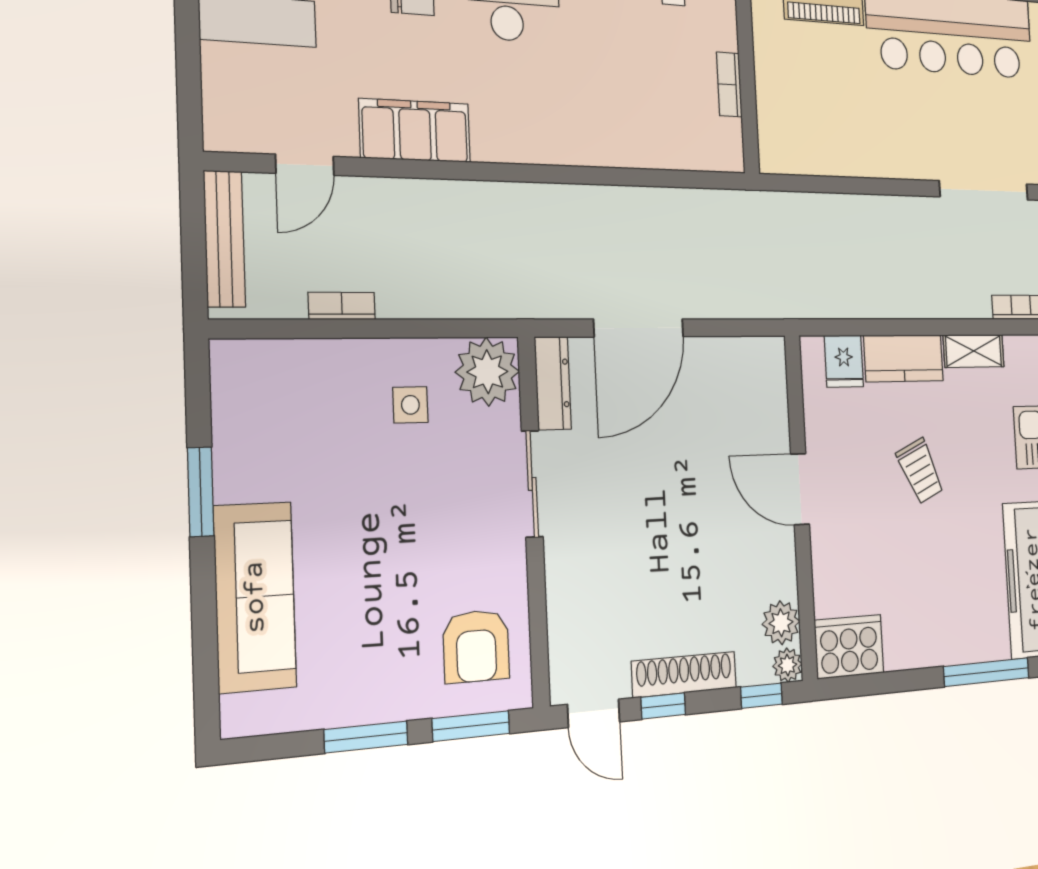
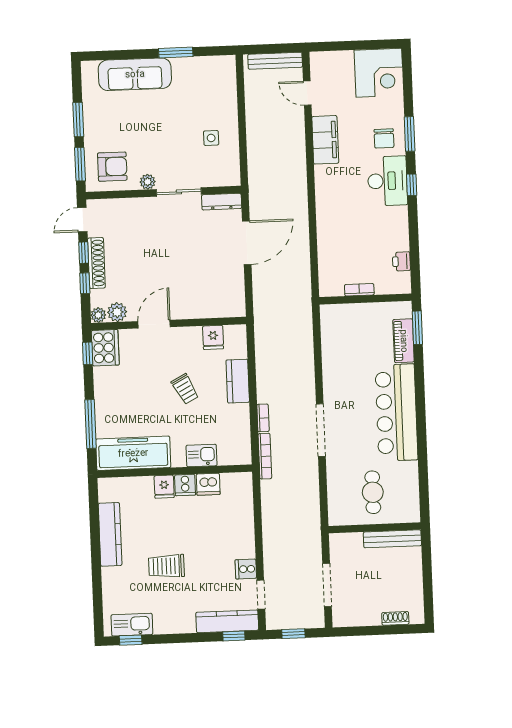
bookcase: (342, 306) -> (263, 418), moved
door: (639, 328) -> (247, 243), swing flipped
shelving: (974, 351) -> (242, 421), removed
fridge: (844, 361) -> (213, 337), moved, turned -90
plant: (487, 372) -> (148, 182), moved, width x0.53, depth x0.53
trolley: (920, 471) -> (185, 389), turned -94
door: (800, 489) -> (154, 324), moved
armchair: (476, 646) -> (112, 167), turned 180
window: (860, 685) -> (88, 353), added
window: (762, 696) -> (85, 283), moved

